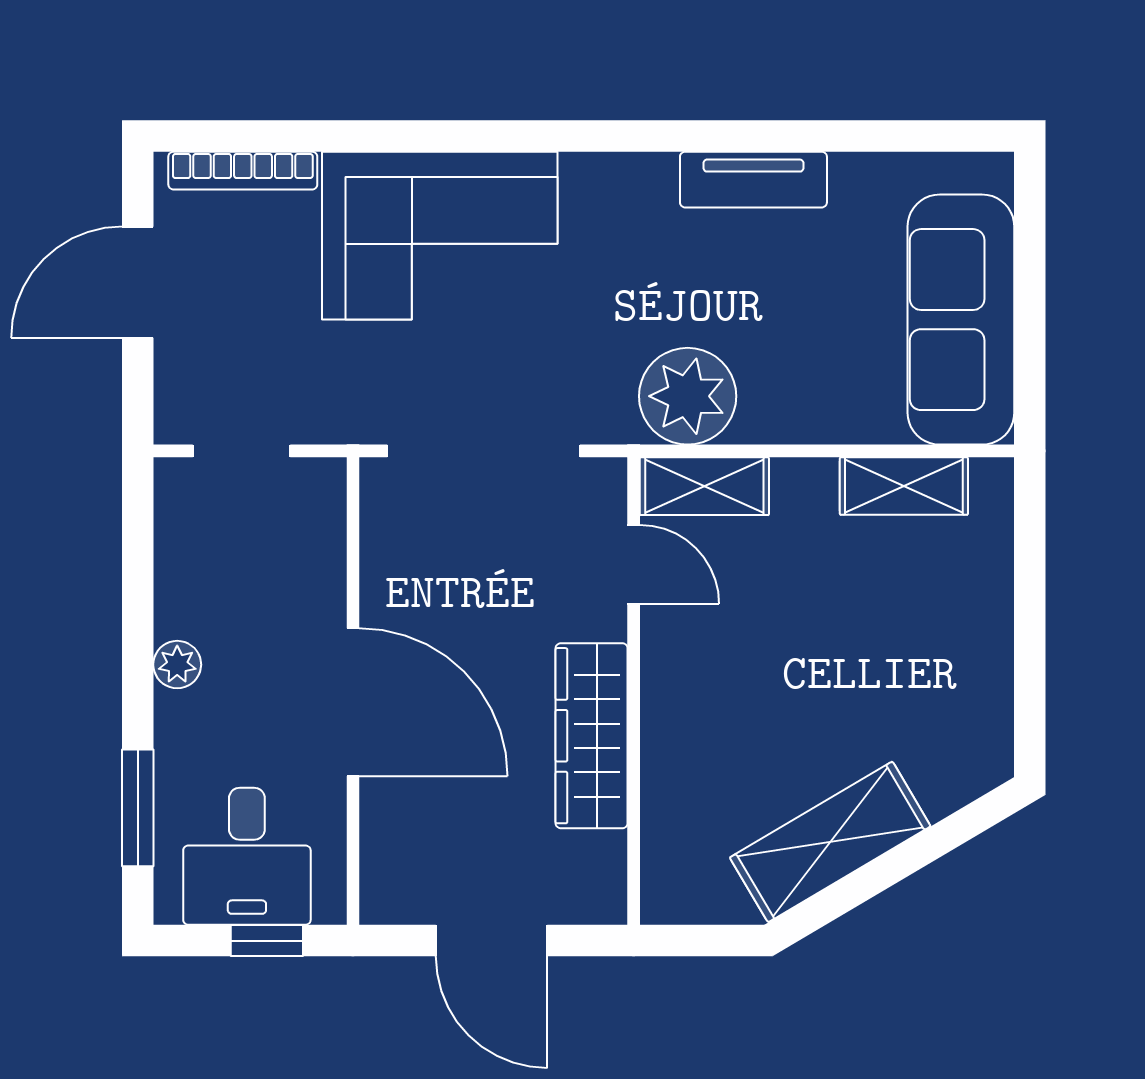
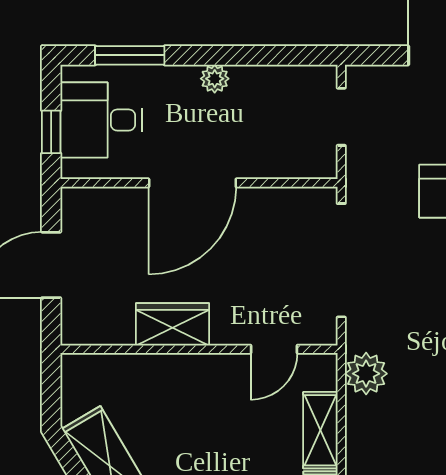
plant: (688, 396) -> (366, 374), width x0.73, depth x0.73
shelving: (704, 486) -> (320, 430), moved
wardrobe: (592, 736) -> (172, 324), width x0.67

